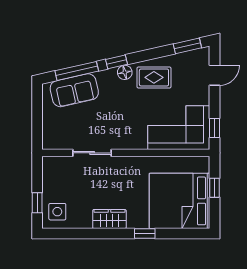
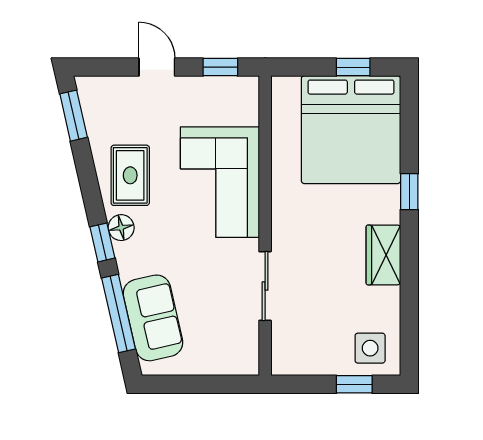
door: (215, 75) -> (157, 67), moved
corner sofa: (179, 128) -> (220, 182), moved
window: (215, 188) -> (353, 67), moved

